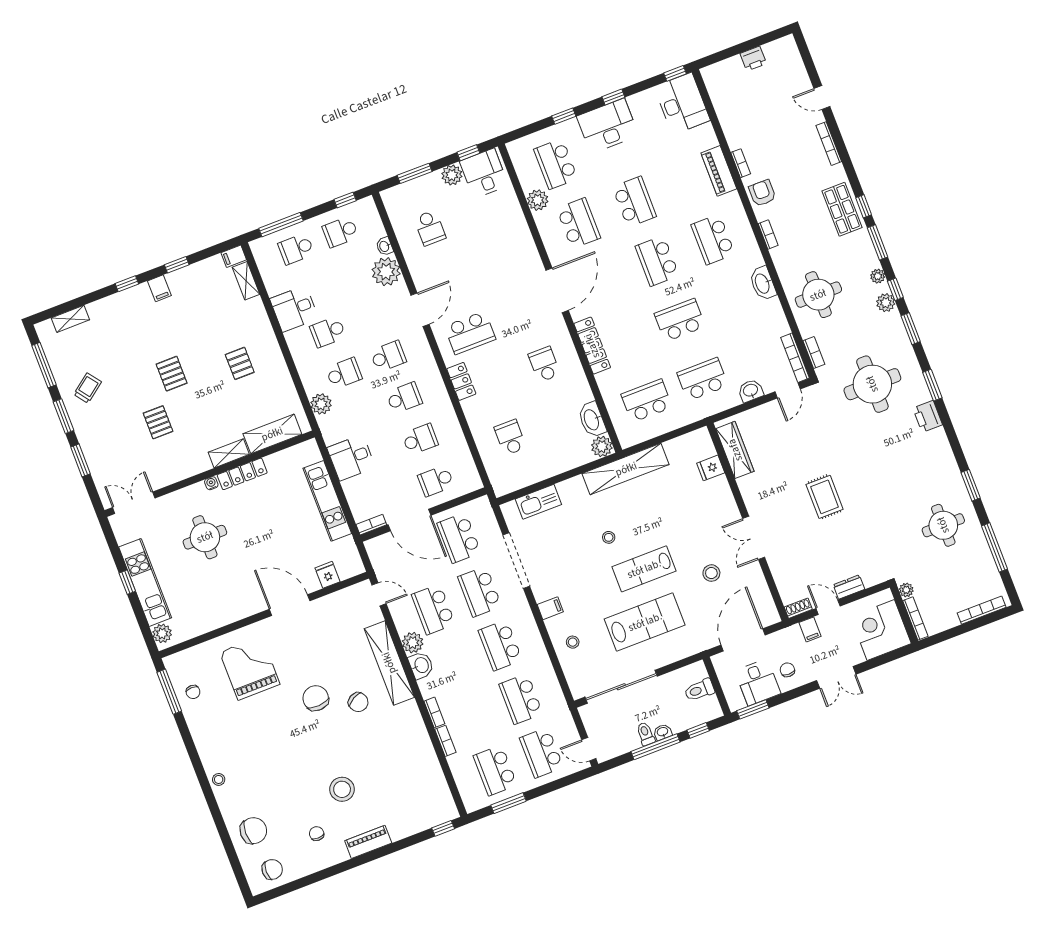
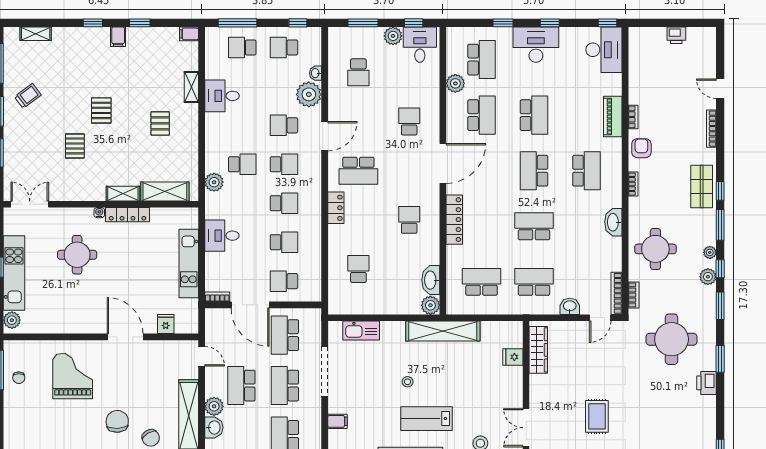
school desk: (556, 164) -> (482, 60), turned 180
school desk: (713, 239) -> (586, 171), turned 180
school desk: (504, 260) -> (409, 122), added
shelving: (246, 281) -> (191, 87), moved
school desk: (328, 332) -> (284, 125), moved

